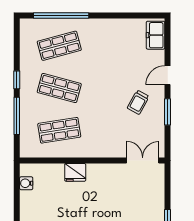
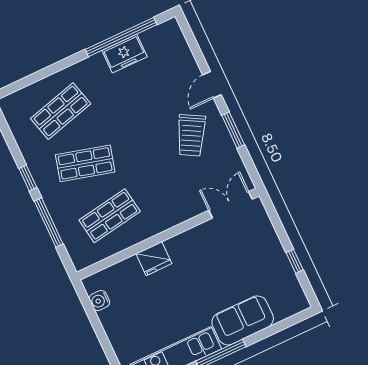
window: (61, 16) -> (121, 37), moved
freezer: (155, 35) -> (125, 54), moved, turned -90
trolley: (138, 102) -> (191, 135), width x1.36, depth x1.39

